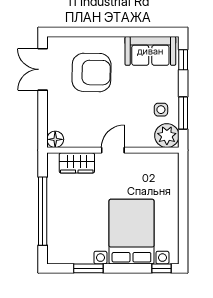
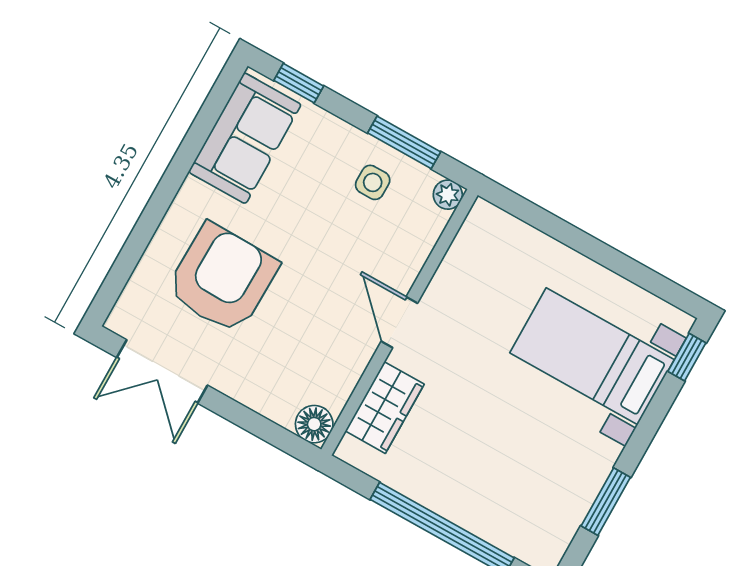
plant: (167, 136) -> (448, 195), width x0.53, depth x0.53
bed with nightstands: (131, 232) -> (592, 356), width x0.73

